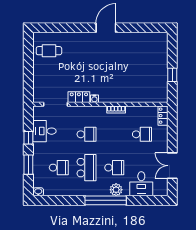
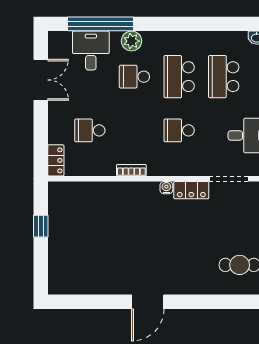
school desk: (59, 168) -> (224, 77), width x1.85
window: (106, 200) -> (100, 24), moved

